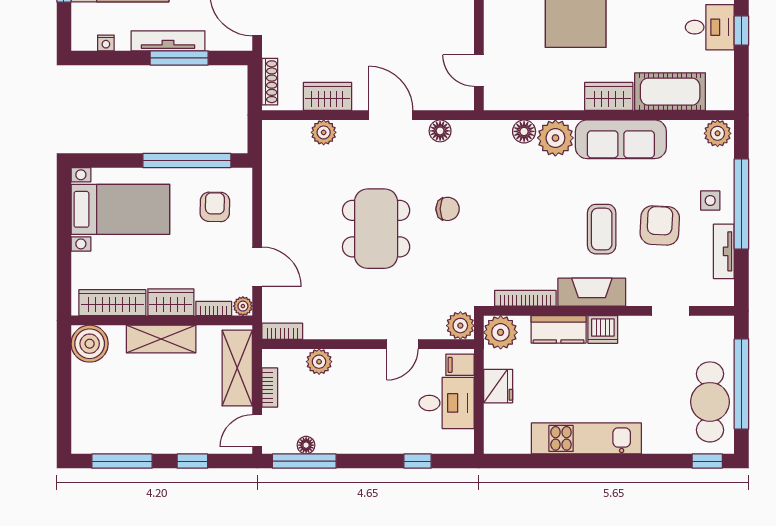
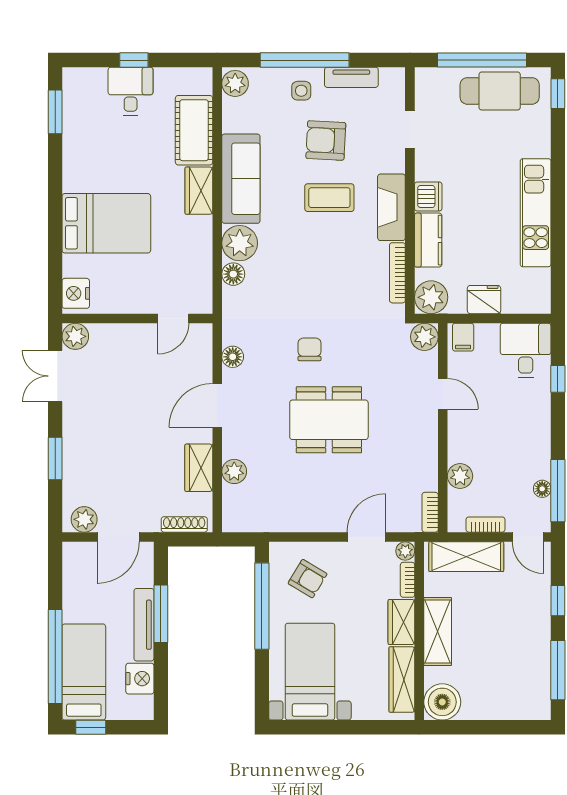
nightstand: (106, 43) -> (140, 679), width x1.89, depth x1.79
armchair: (215, 207) -> (308, 579), turned -150
desk: (447, 403) -> (526, 350), moved

